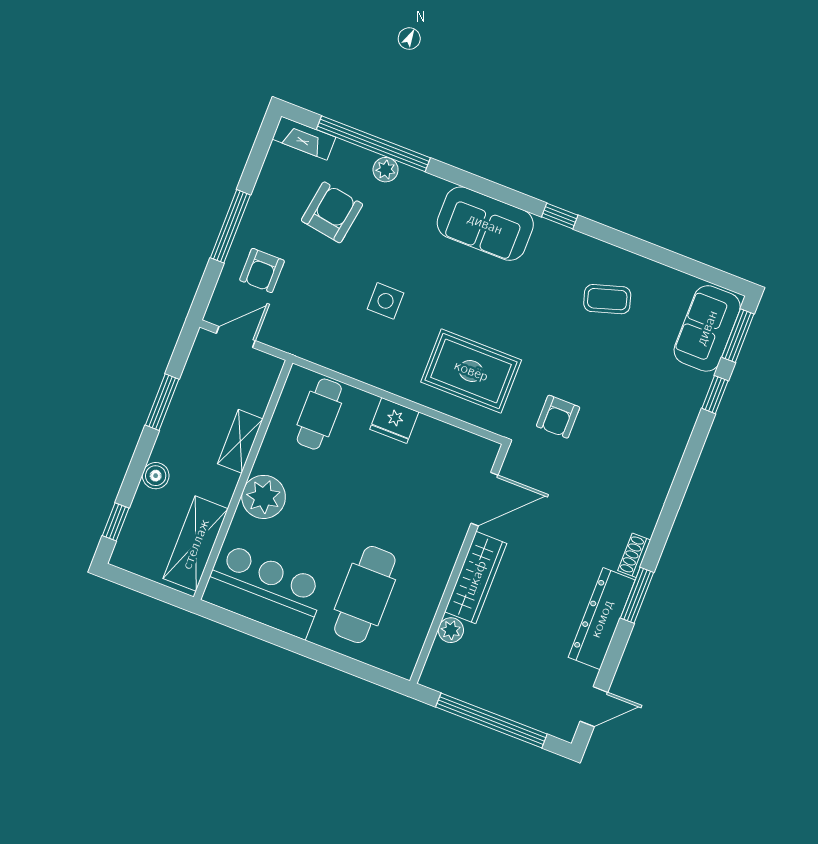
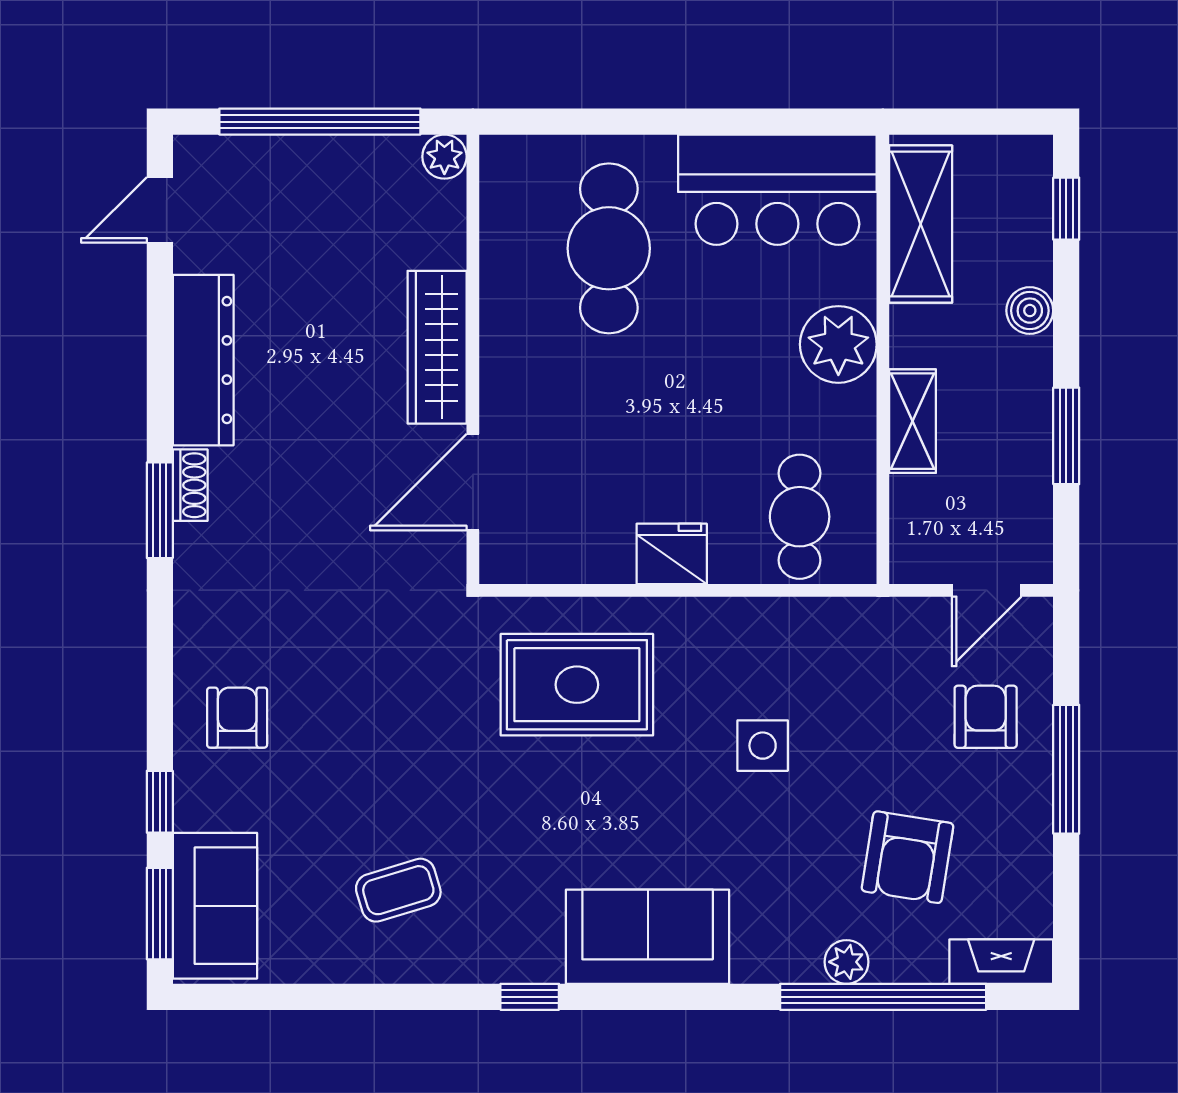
armchair: (558, 417) -> (237, 718), moved
window: (637, 595) -> (160, 510), moved
plant: (451, 630) -> (444, 157), moved

